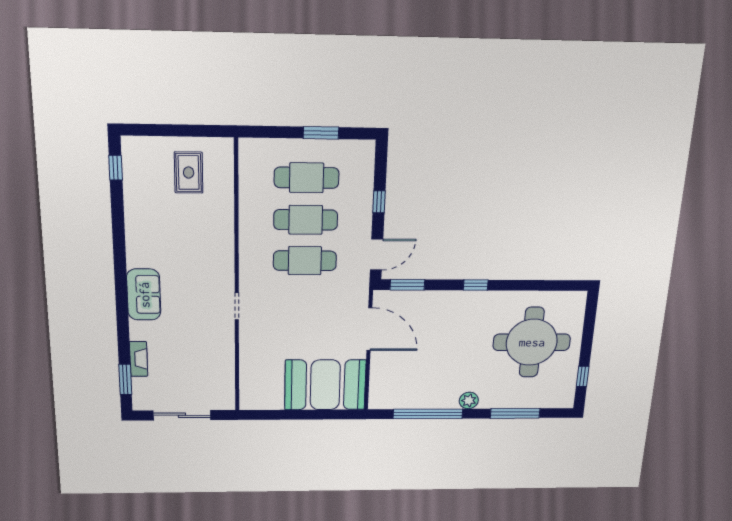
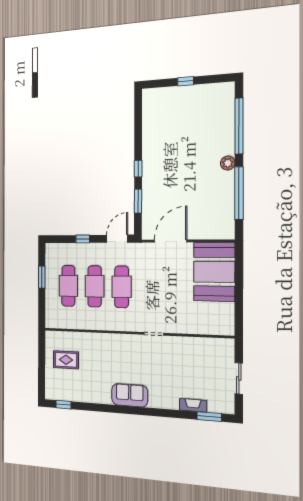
door: (377, 255) -> (117, 239), hinge flipped
window: (407, 285) -> (138, 201), moved
sofa: (144, 295) -> (130, 395), moved
round table: (532, 342) -> (181, 123), removed
window: (583, 376) -> (186, 81), moved
window: (515, 413) -> (239, 126), width x1.46
sliding door: (182, 415) -> (239, 378), width x0.73

